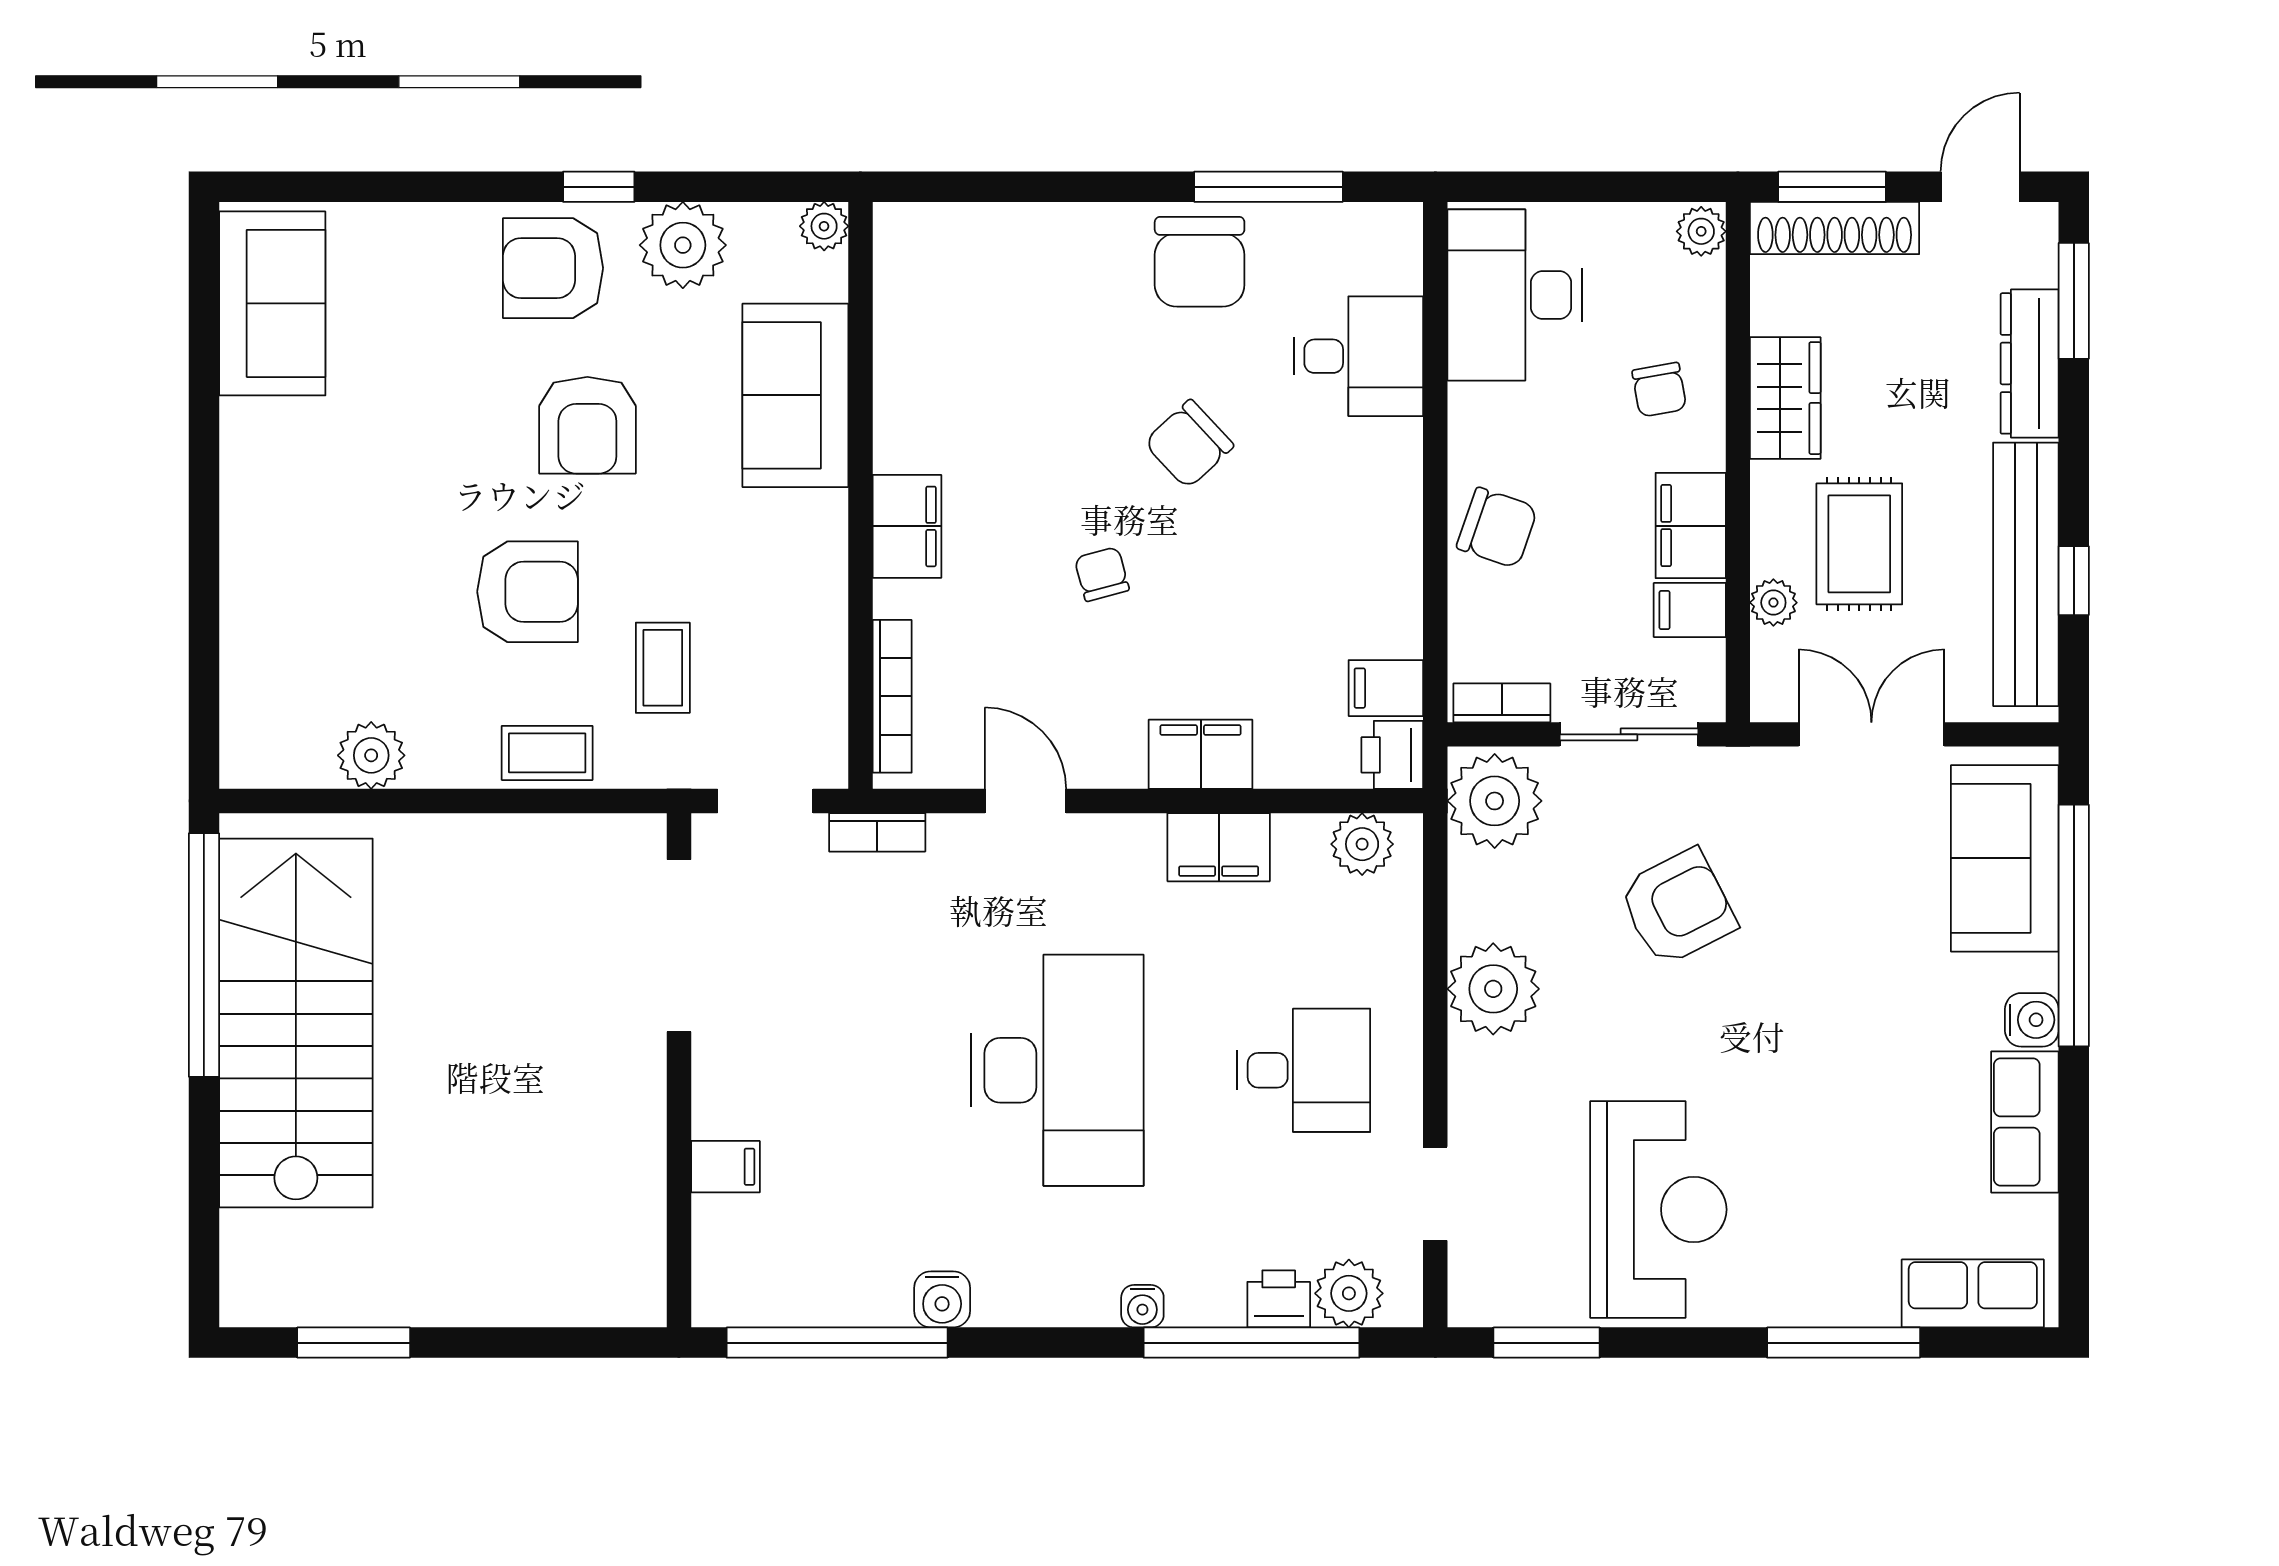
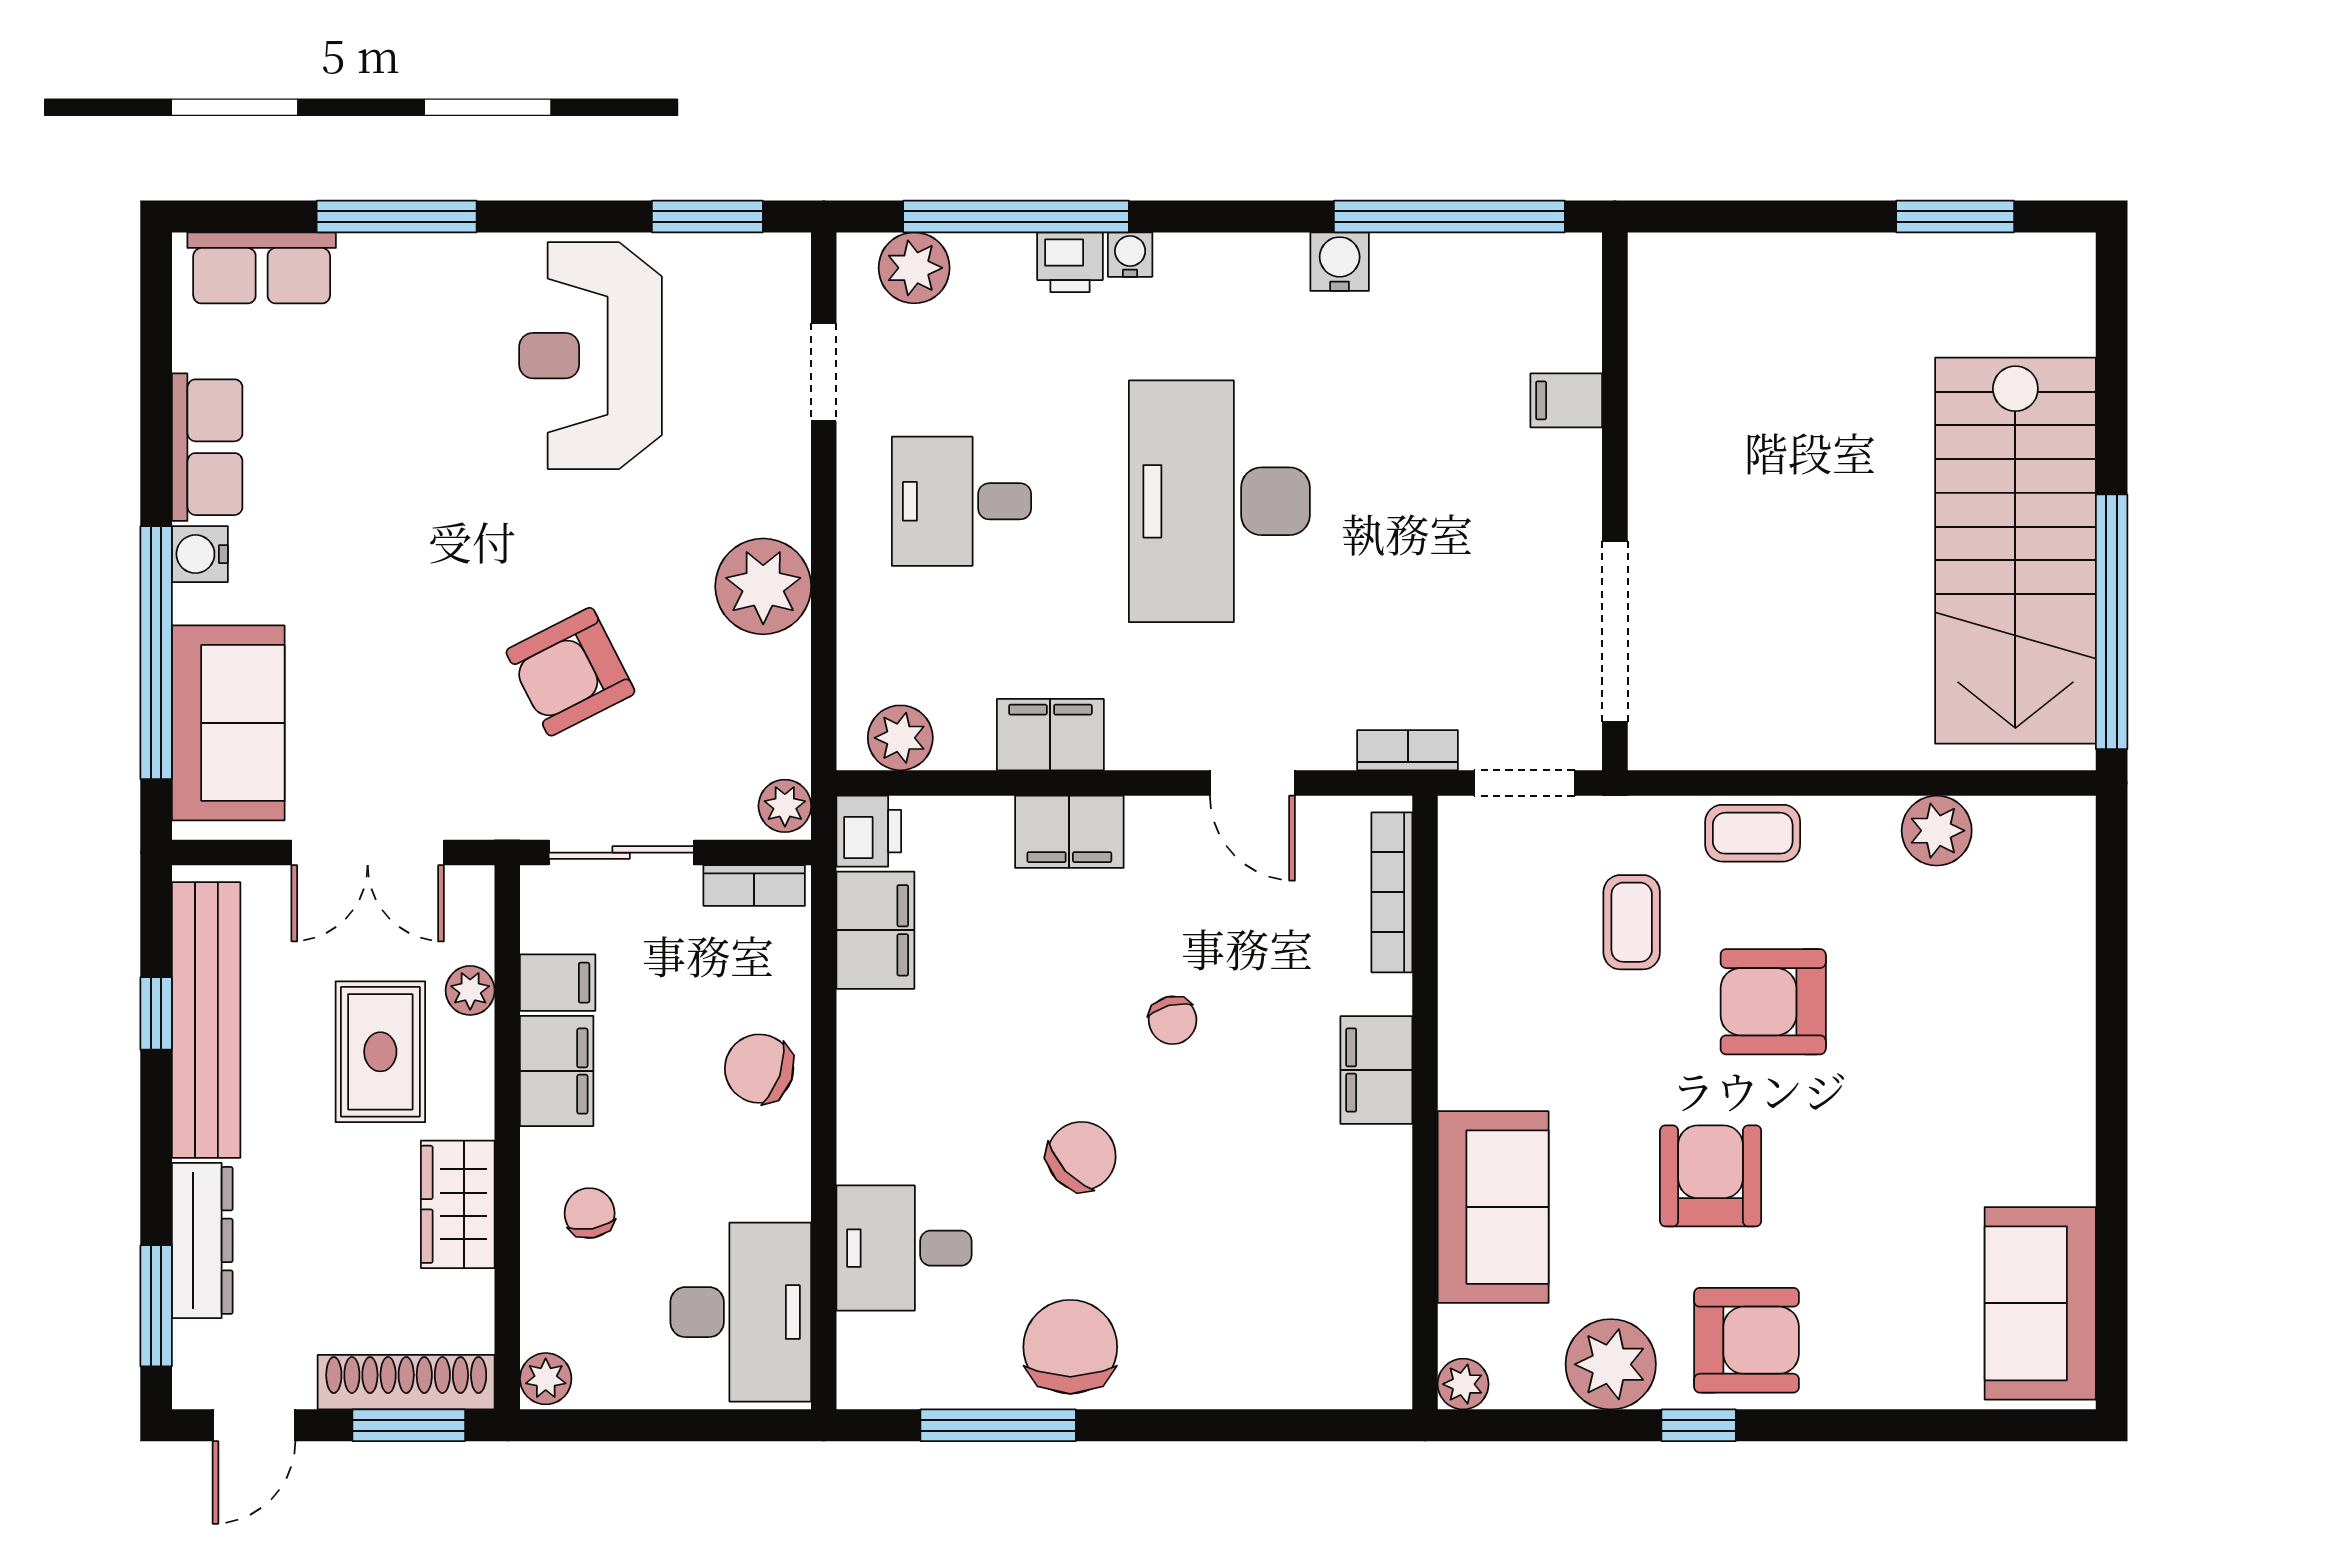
filing cabinet: (1386, 688) -> (875, 930), width x2.00
plant: (1495, 801) -> (785, 806), width x0.53, depth x0.53
printer: (1279, 1299) -> (1070, 262), moved

